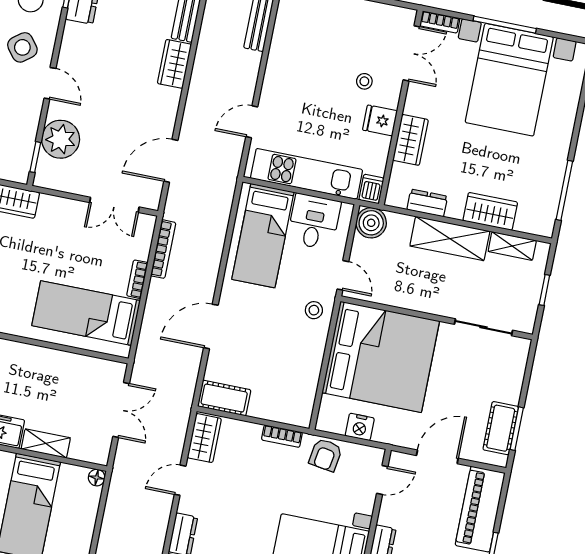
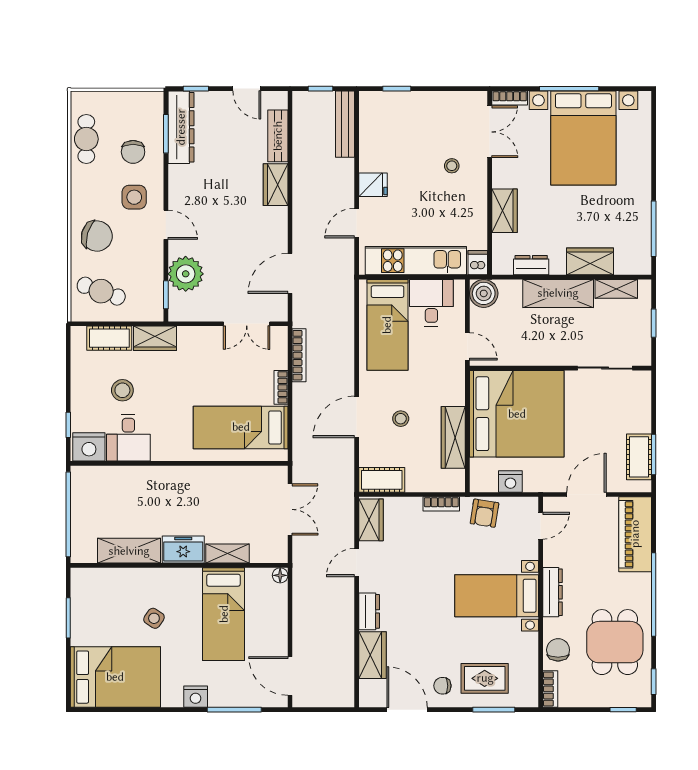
side table: (22, 47) -> (134, 197), turned 37
fridge: (380, 120) -> (373, 185), moved, turned 180
stool: (314, 310) -> (401, 419), moved
wardrobe: (309, 368) -> (453, 437), added

